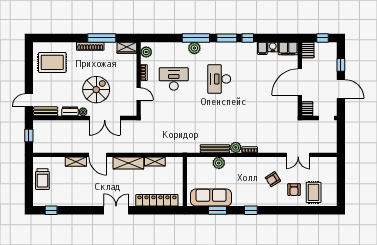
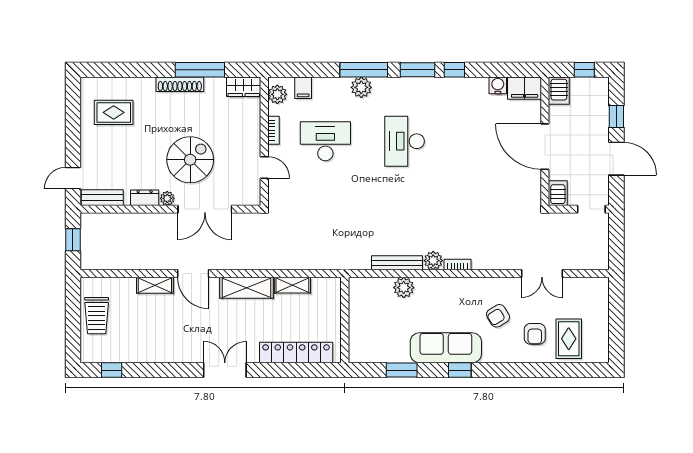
filing cabinet: (262, 48) -> (303, 88), moved
rug: (52, 62) -> (114, 112), width x0.73, depth x0.70
door: (300, 82) -> (545, 147), hinge flipped
sofa: (211, 198) -> (446, 348), moved

